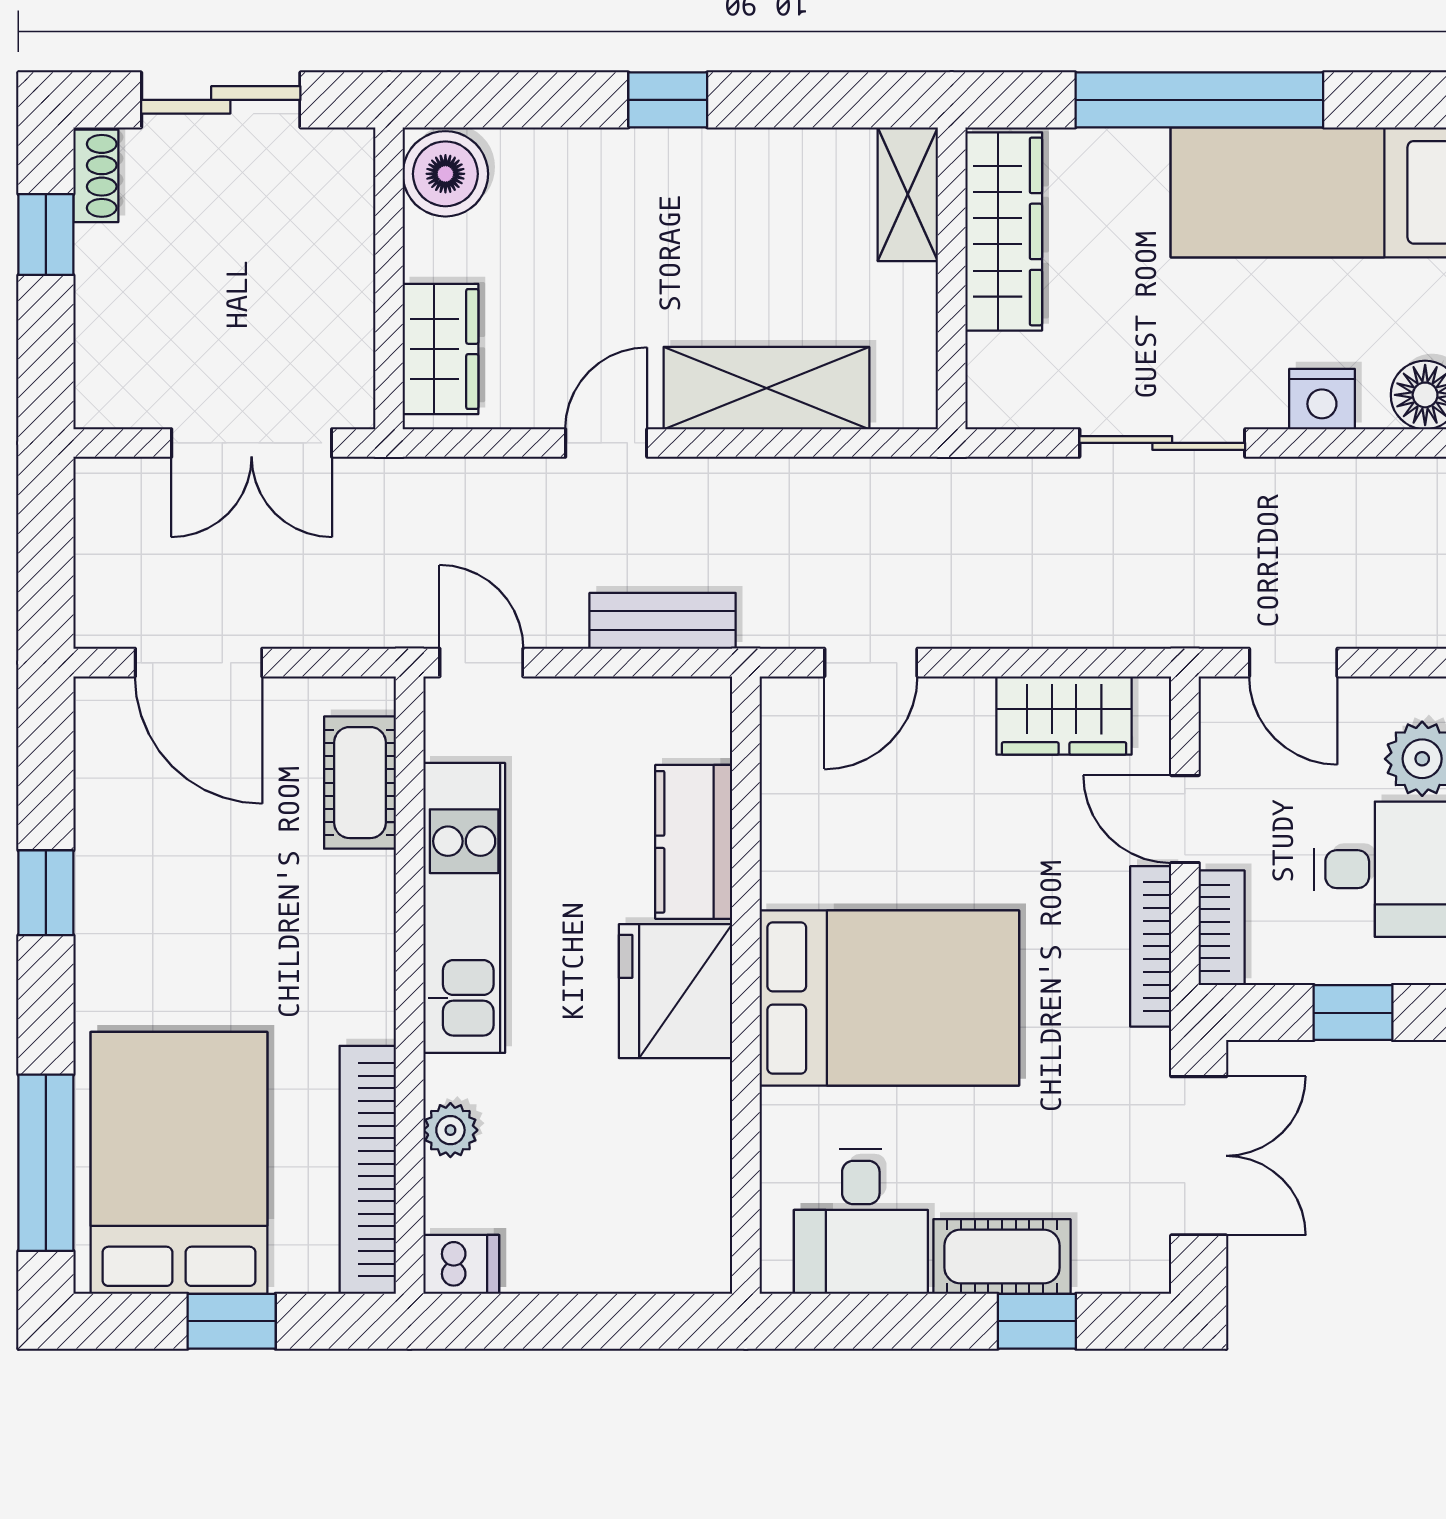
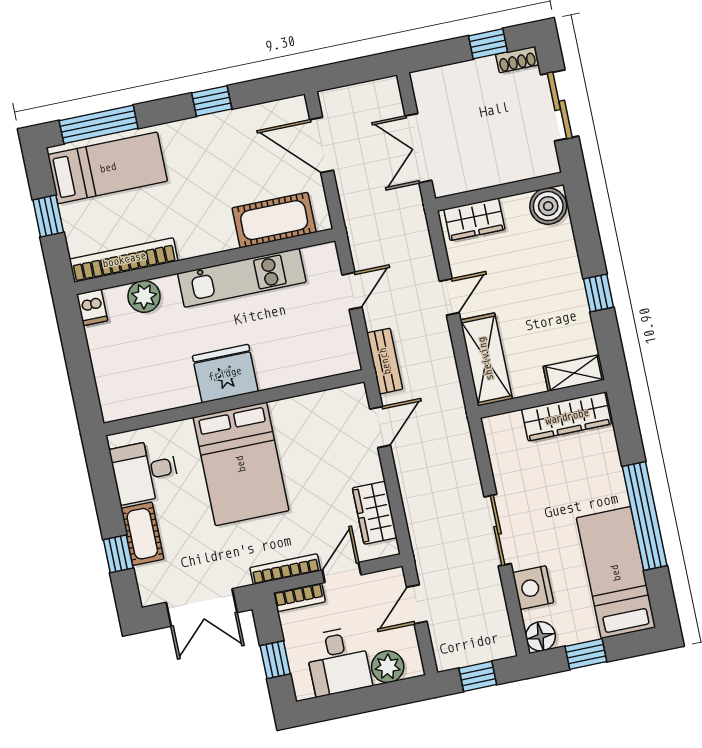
shelving: (908, 194) -> (574, 373), moved
wardrobe: (1004, 231) -> (567, 417), moved
wall: (952, 278) -> (542, 399), moved
nightstand: (1322, 399) -> (533, 588), width x1.36, depth x1.33
door: (606, 443) -> (449, 297), hinge flipped
bench: (663, 621) -> (385, 361), moved
door: (199, 663) -> (322, 145), hinge flipped
door: (481, 663) -> (352, 291), moved
door: (871, 663) -> (380, 427), swing flipped
cot: (360, 783) -> (274, 220), width x1.37, depth x1.34
kitchen counter: (694, 842) -> (289, 368), removed
plant: (450, 1130) -> (144, 296), width x1.38, depth x1.38
bed: (179, 1163) -> (108, 168), width x0.67

